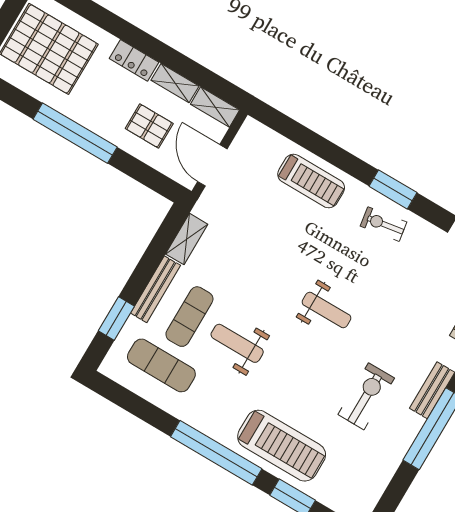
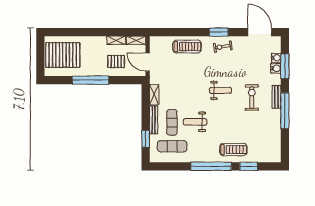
locker: (134, 60) -> (96, 41), removed
exercise bike: (366, 396) -> (252, 98), moved
treadmill: (282, 446) -> (233, 150), width x0.73, depth x0.73

